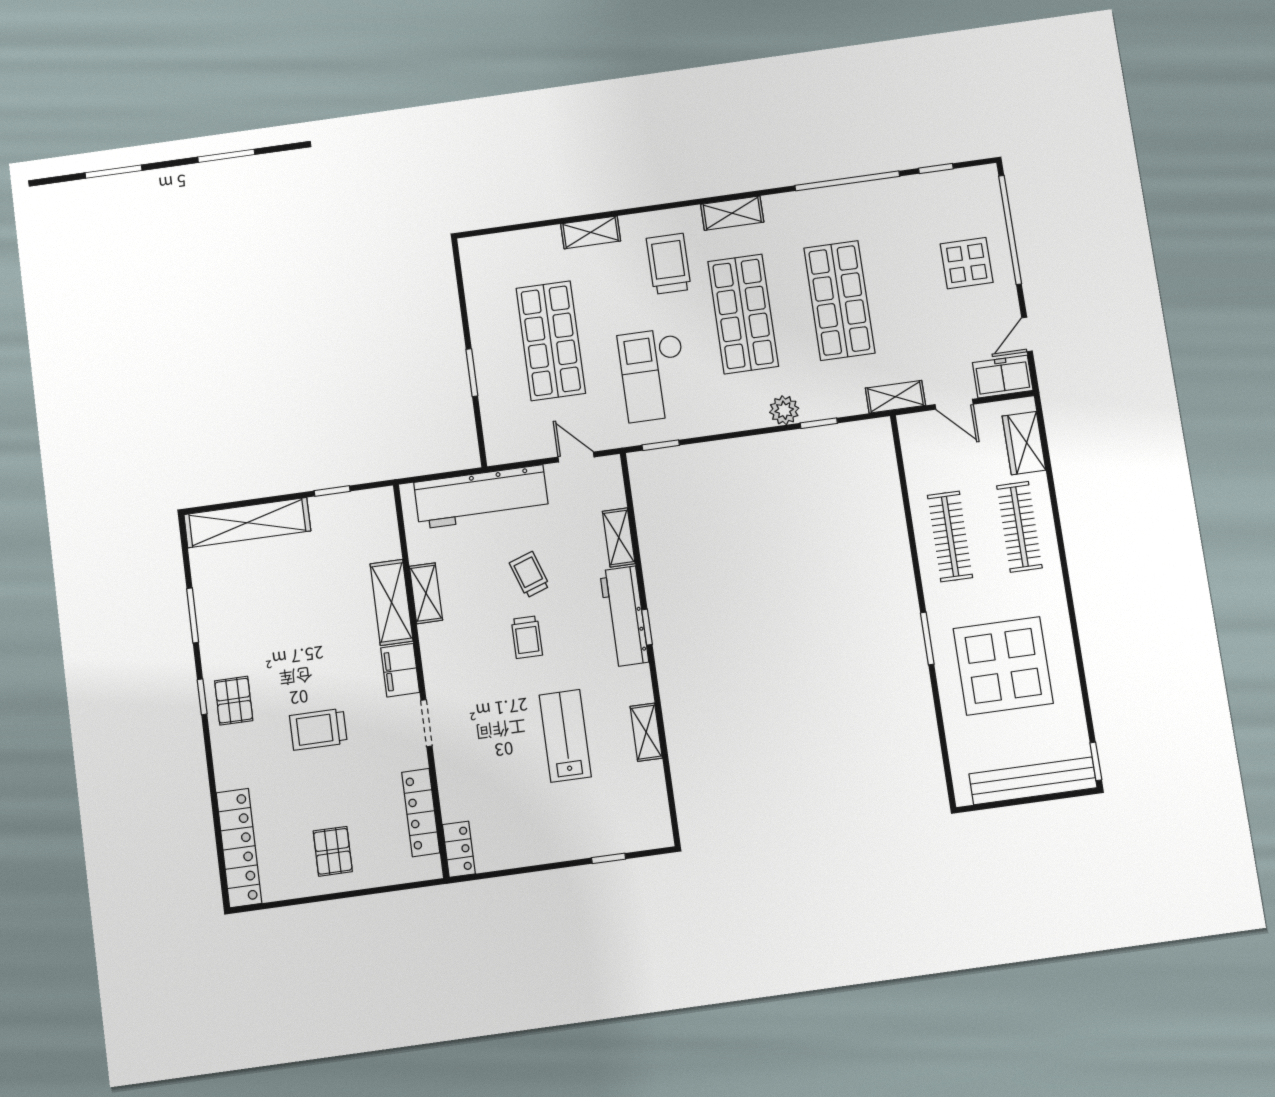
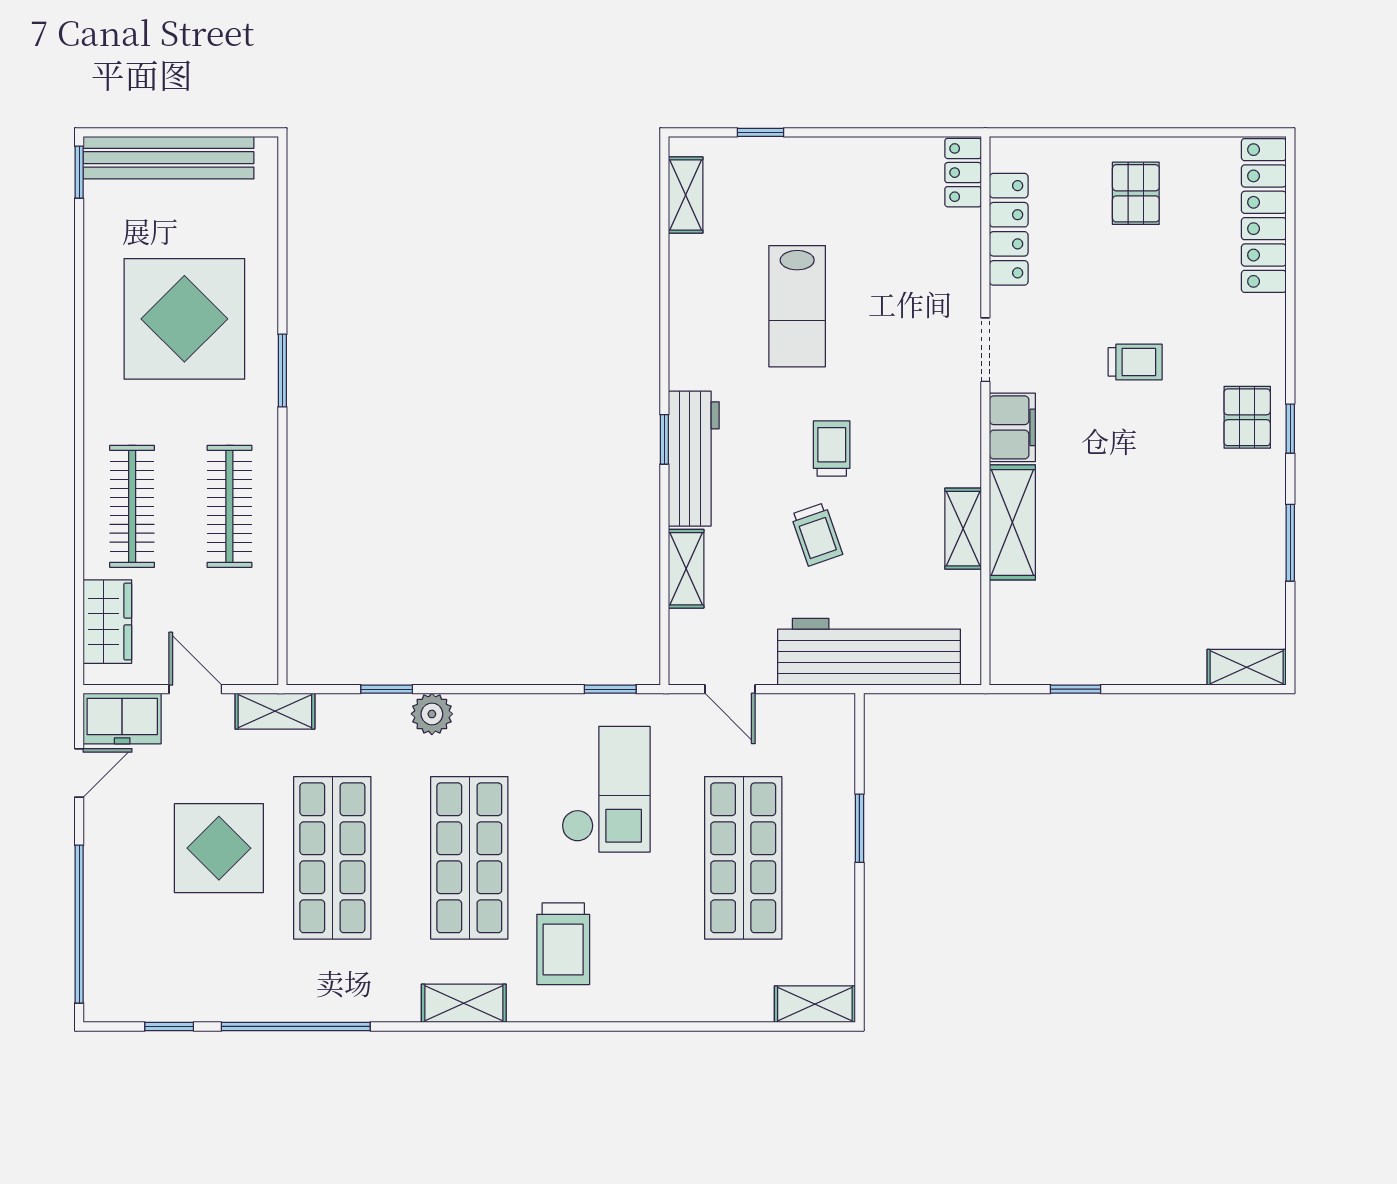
shelving: (591, 232) -> (815, 1004), moved
display table: (967, 263) -> (219, 848), moved, width x1.36, depth x1.36
shelving: (247, 523) -> (1247, 667), width x0.45, depth x0.75
trolley: (318, 729) -> (1135, 362), width x0.73, depth x0.72
shelving: (646, 732) -> (686, 195), moved

